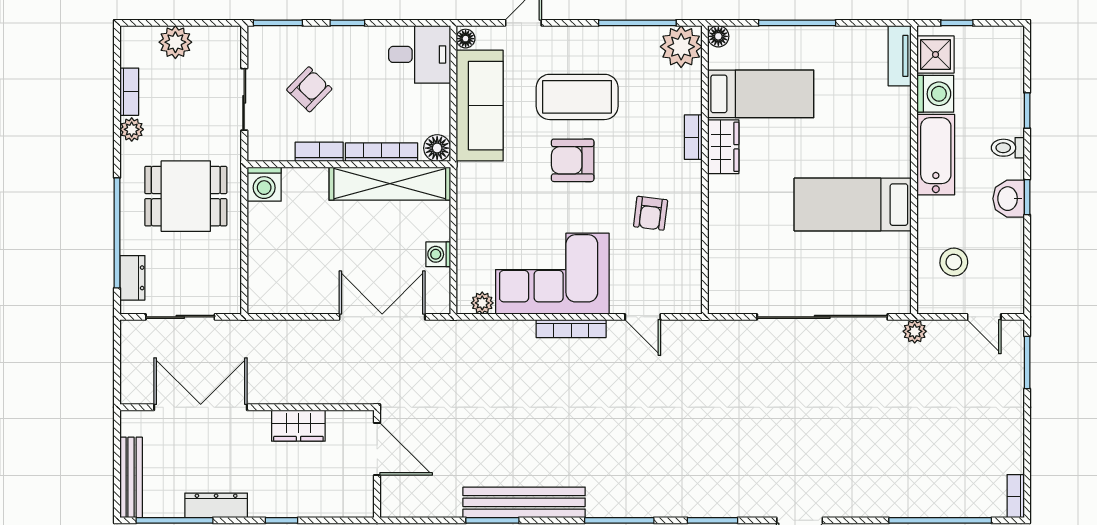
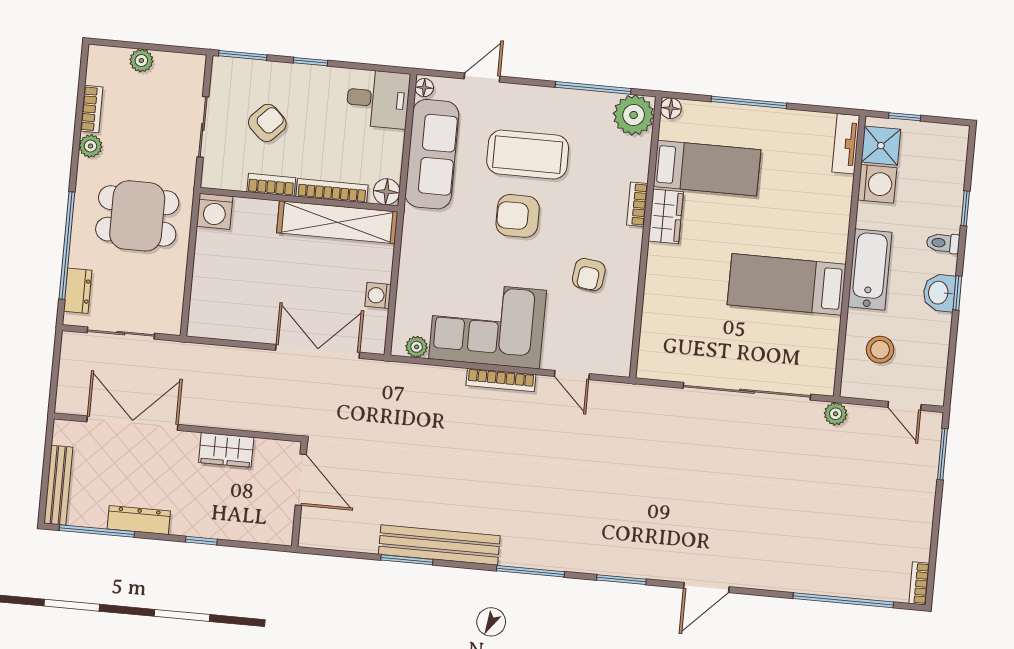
plant: (175, 42) -> (141, 61), width x0.73, depth x0.73
bathtub: (936, 155) -> (870, 270), moved

